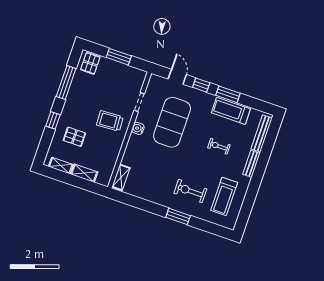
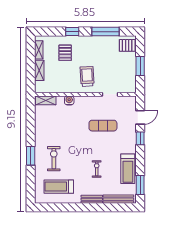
window: (228, 94) -> (140, 185), moved
treadmill: (231, 111) -> (128, 169), turned 180
exercise mat: (172, 122) -> (103, 126), width x0.50, depth x0.69
water cooler: (138, 128) -> (69, 100), moved

